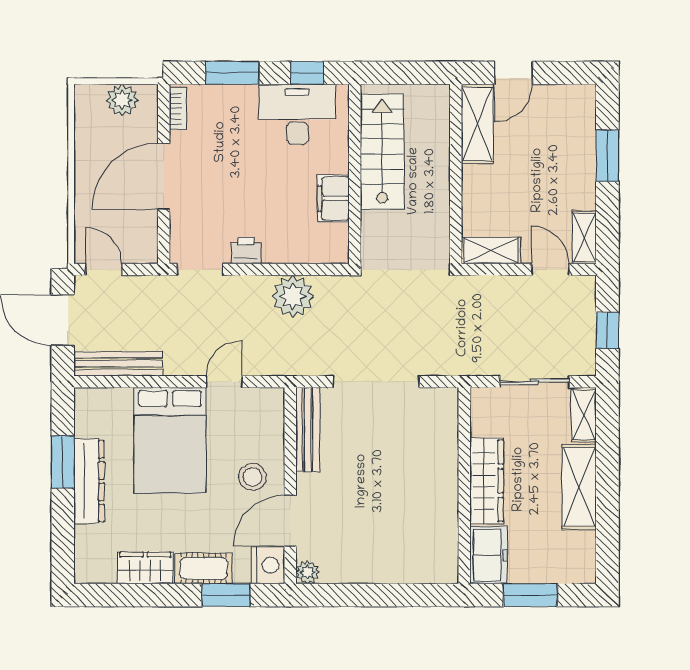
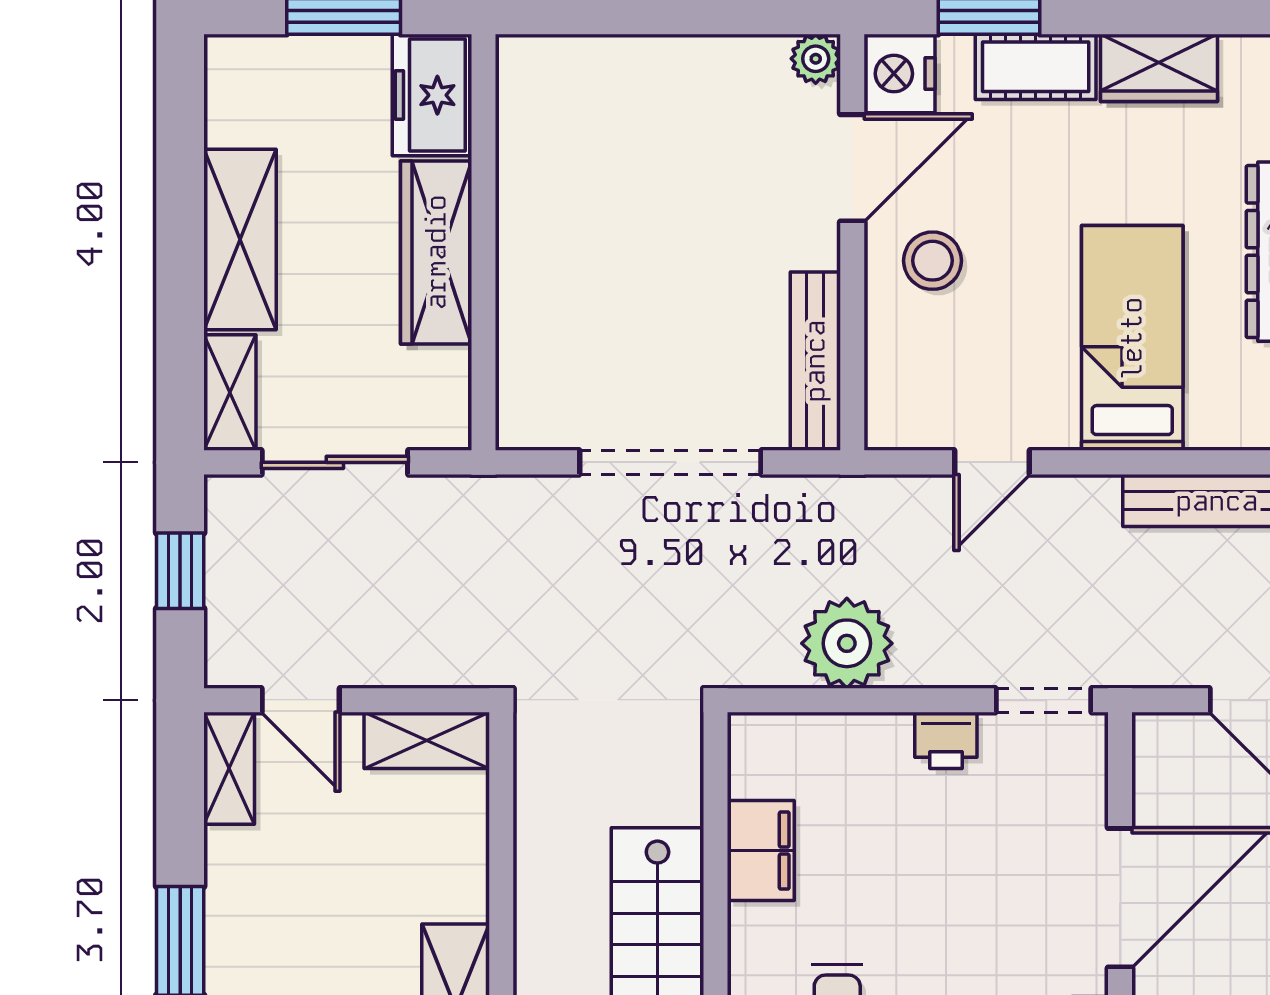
bed: (170, 440) -> (1132, 338), width x0.67

